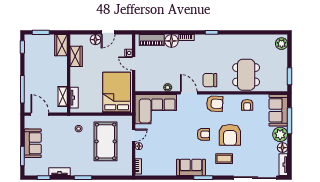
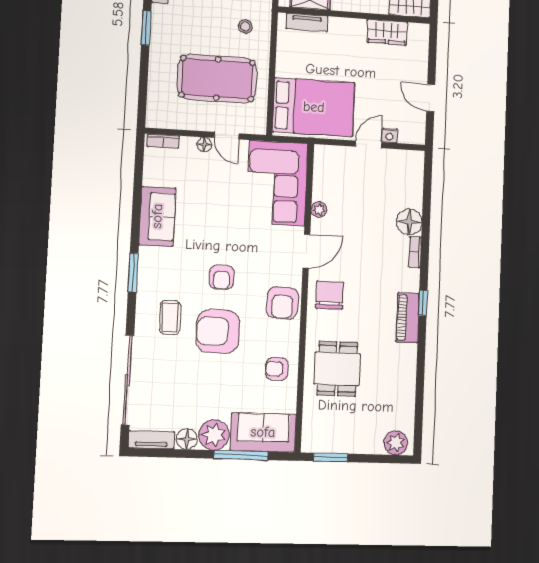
floor lamp: (95, 40) -> (418, 72), removed
piano: (152, 40) -> (408, 318), moved
dining table: (246, 75) -> (337, 369), width x0.73
sofa: (191, 167) -> (157, 216), moved

